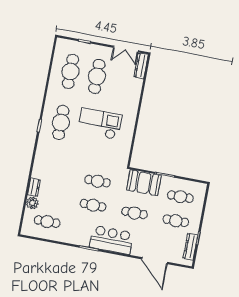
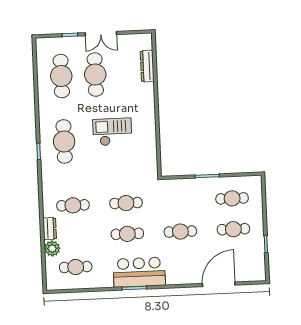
double door: (126, 49) -> (101, 34), moved
dresser: (141, 66) -> (147, 66), moved
checkout: (100, 124) -> (112, 132), width x0.73, depth x0.83
cafe table: (56, 173) -> (73, 205), added
booth: (144, 183) -> (183, 192), removed
bar counter: (111, 240) -> (139, 272), moved
dresser: (190, 247) -> (259, 257), removed
door: (155, 261) -> (219, 284), swing flipped

